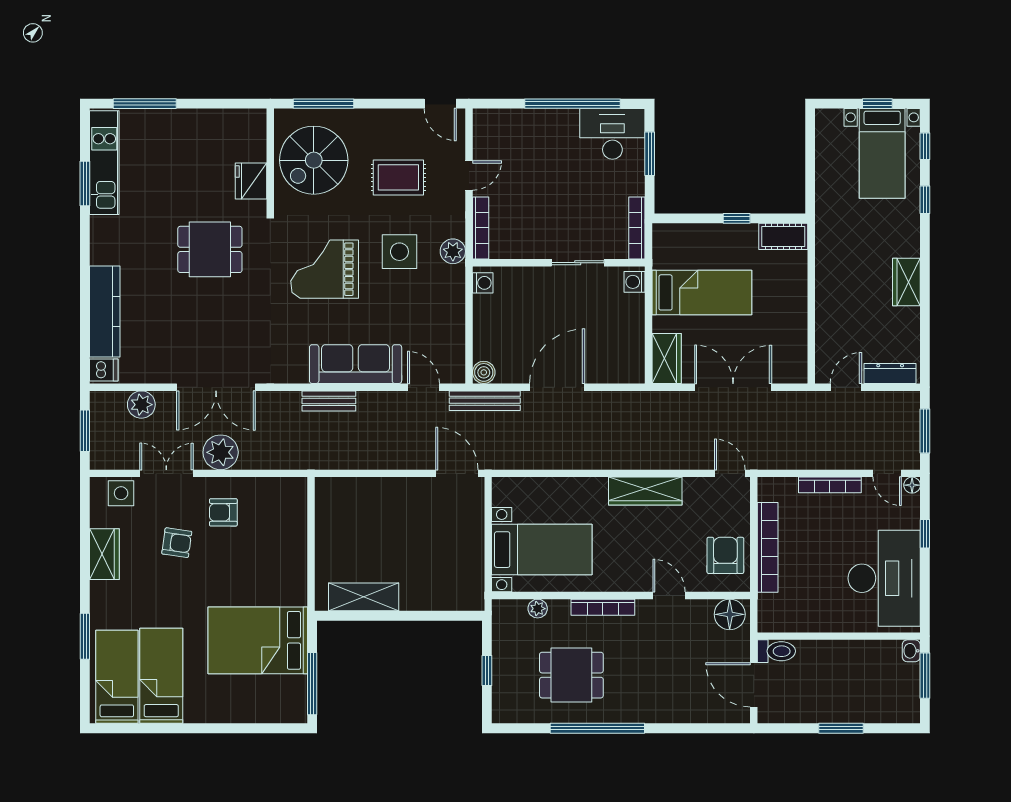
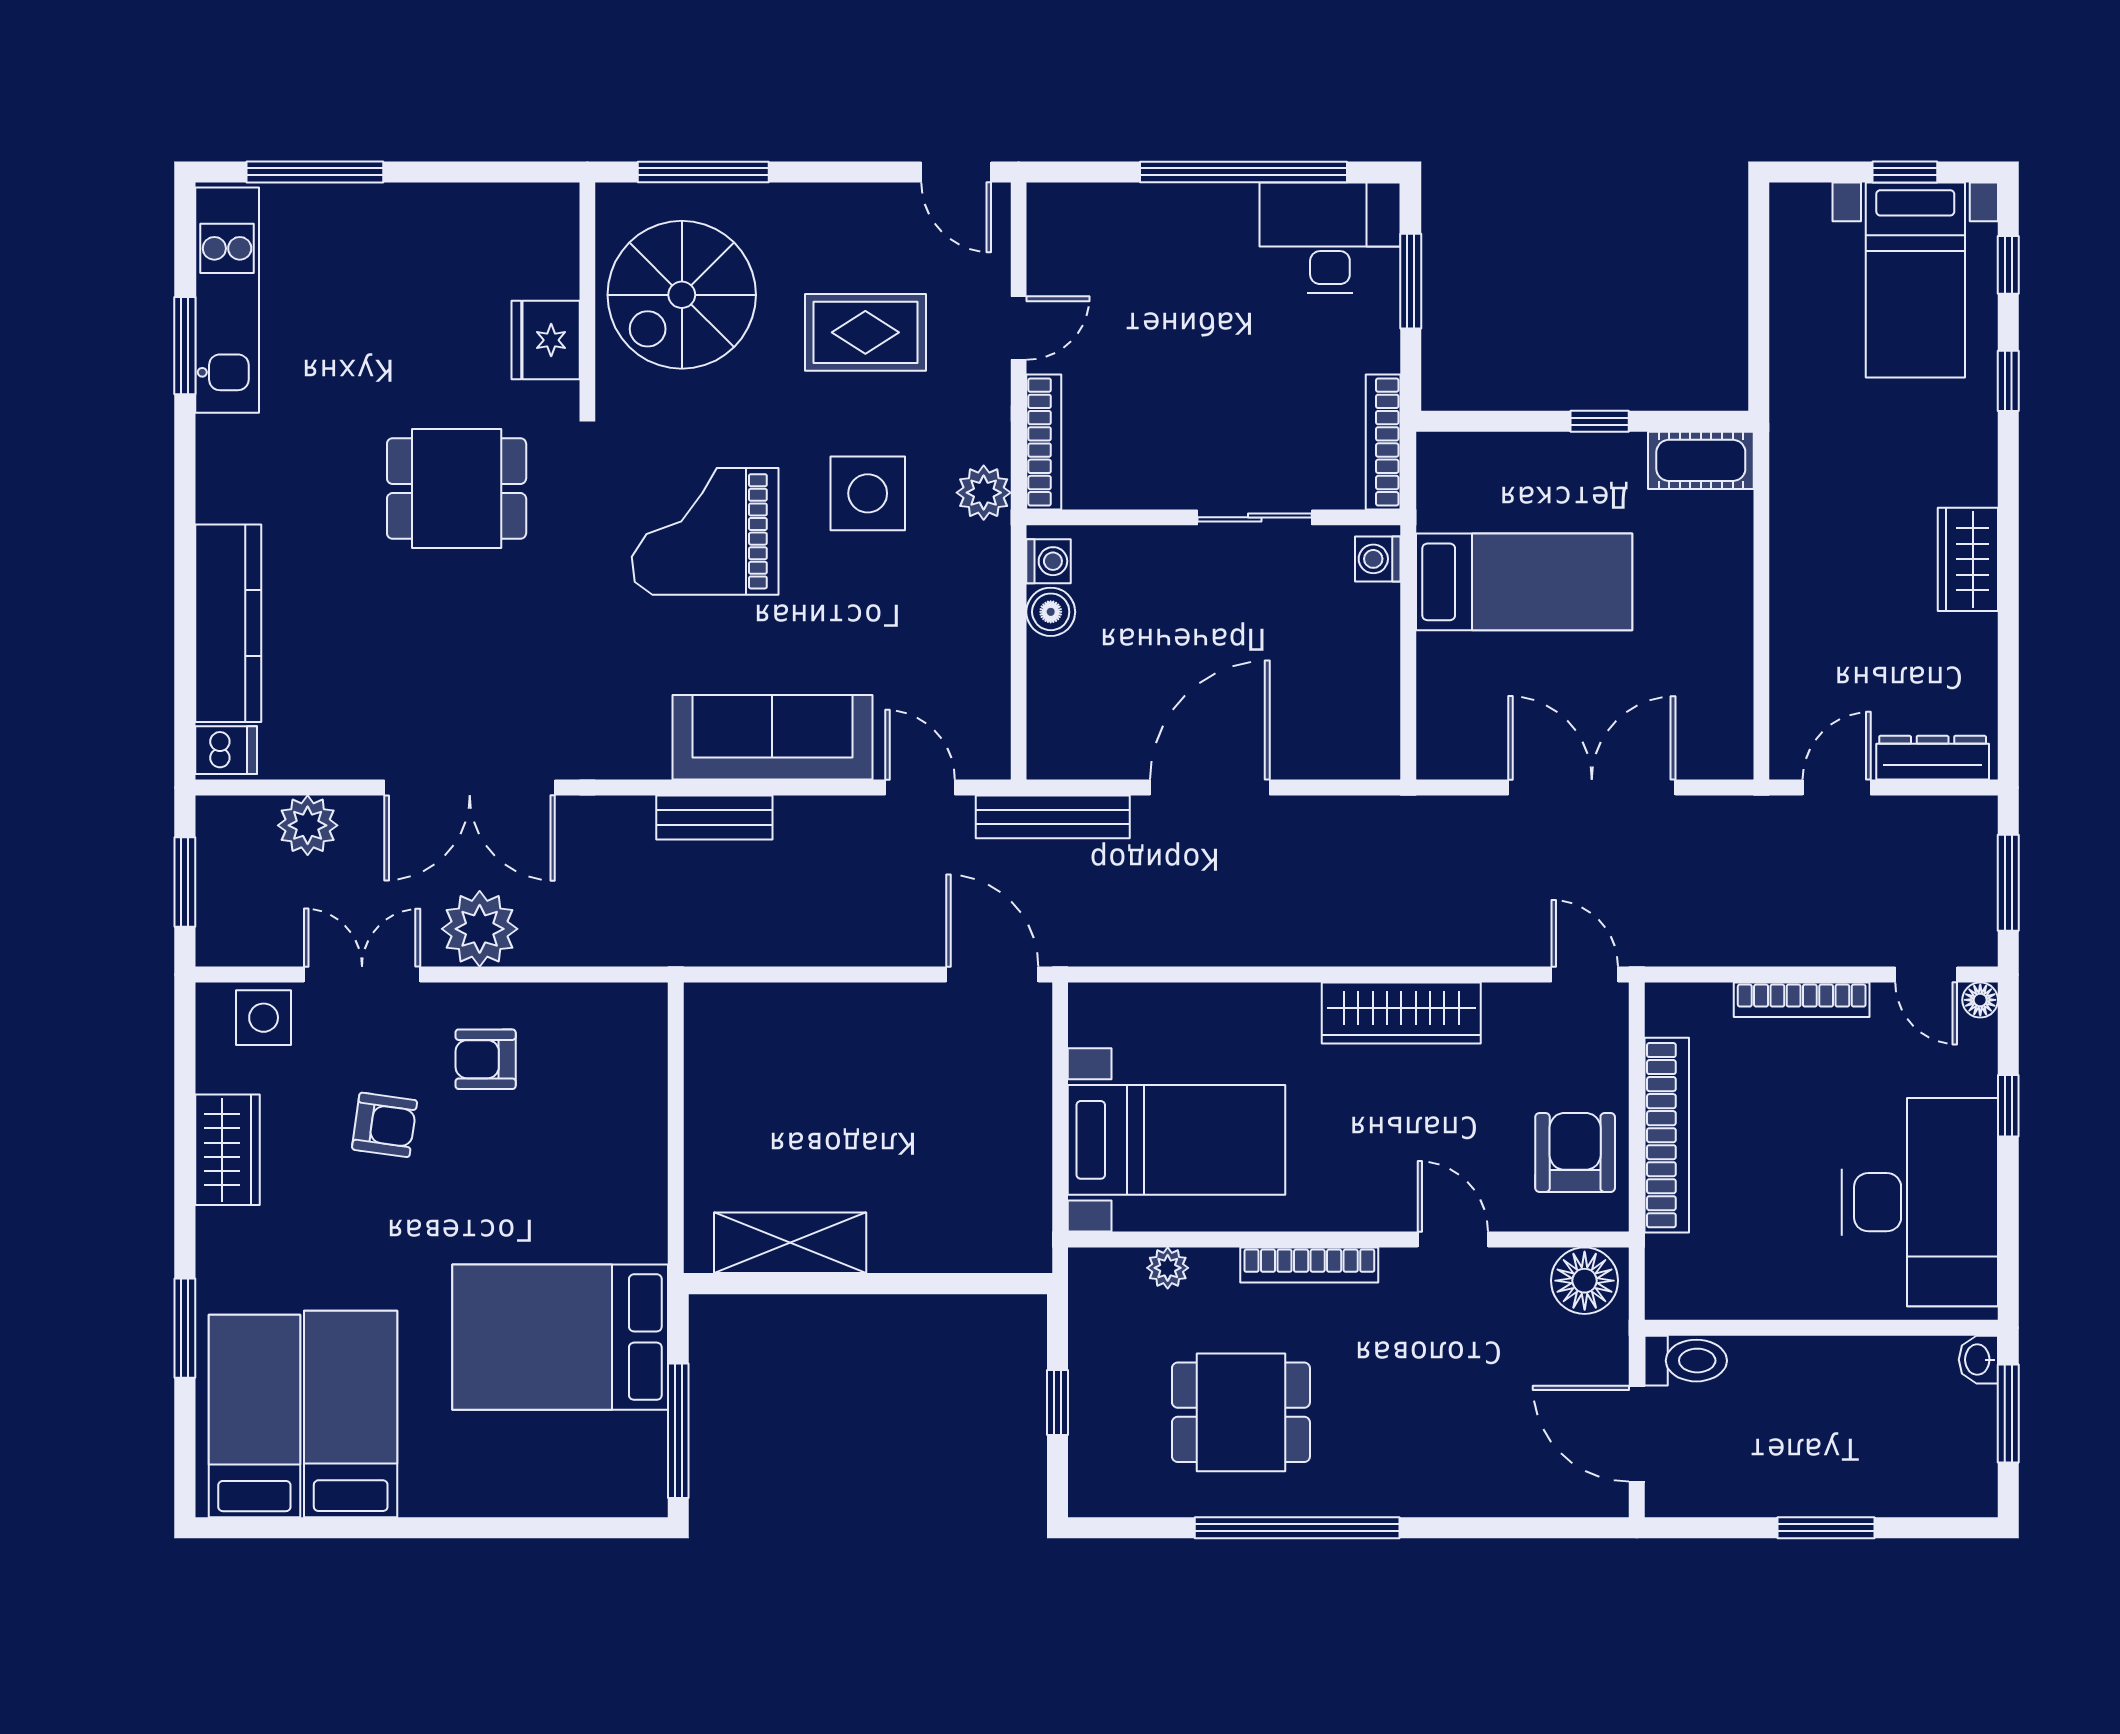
wardrobe: (667, 358) -> (1448, 725), removed
boiler: (484, 372) -> (1051, 612), moved

